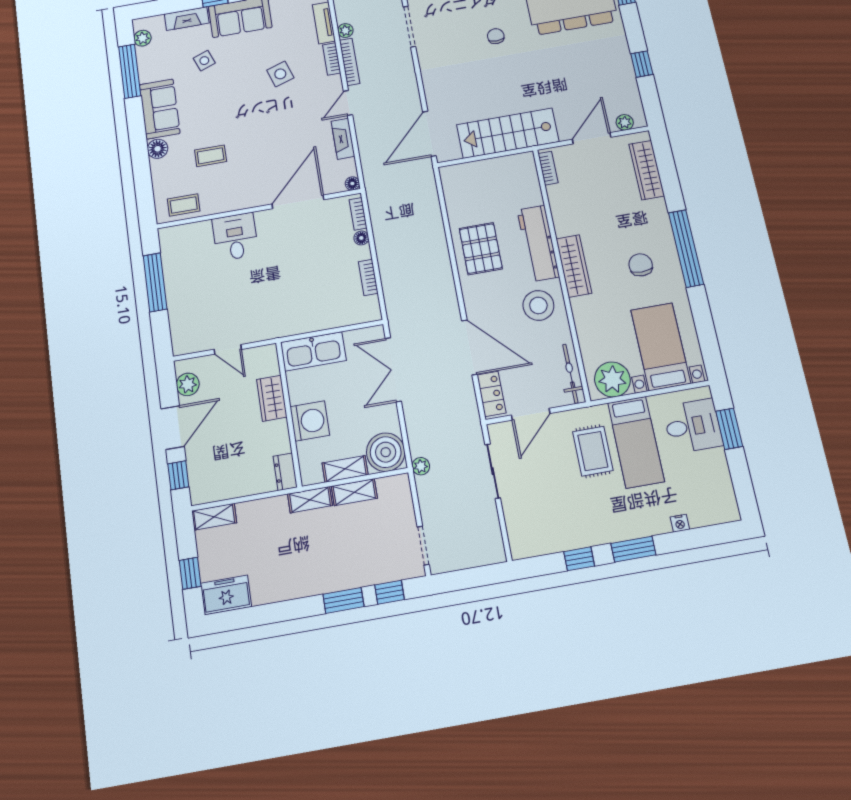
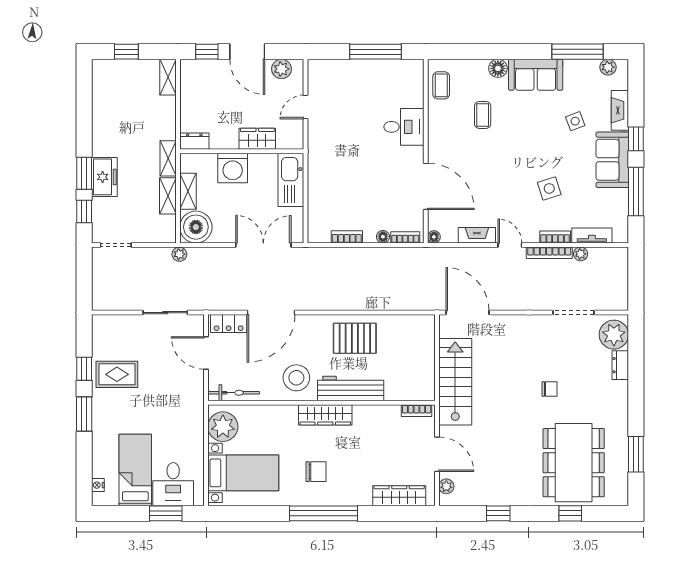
bed: (636, 442) -> (135, 470), moved, turned 90
rug: (593, 451) -> (117, 374), moved
nightstand: (680, 523) -> (98, 485), moved
freezer: (226, 595) -> (104, 177), moved

